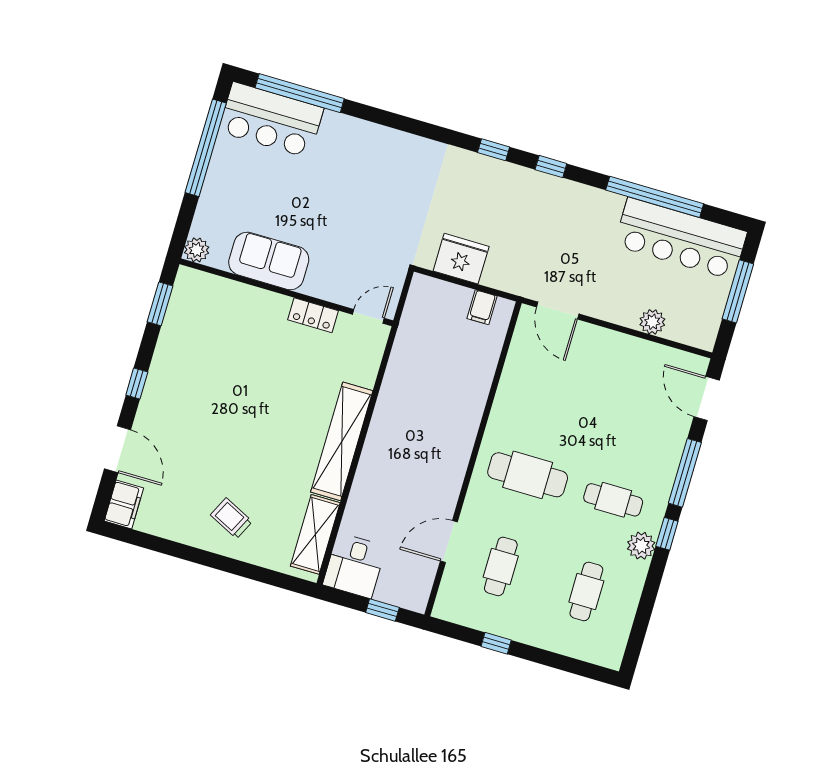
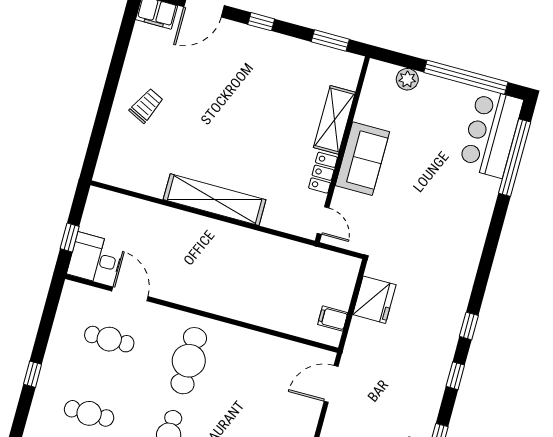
plant: (197, 250) -> (407, 79), moved
sofa: (269, 261) -> (362, 159), moved
shelving: (315, 534) -> (334, 120), moved, turned 90
desk: (354, 566) -> (95, 259), moved
window: (496, 643) -> (33, 374), moved

